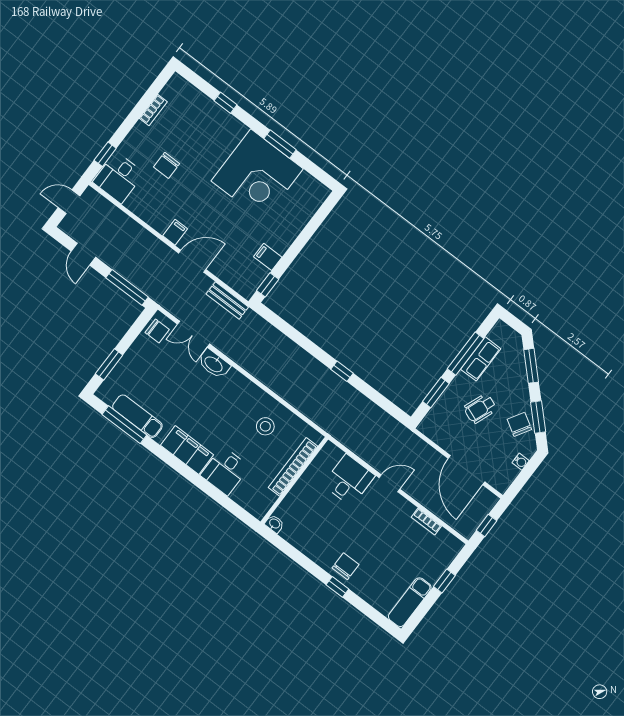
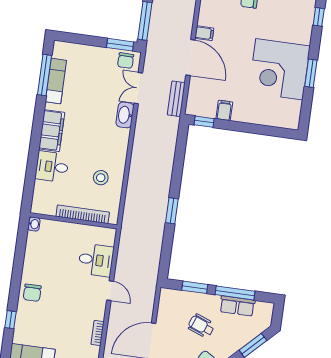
door: (192, 261) -> (190, 57), width x1.36
window: (109, 364) -> (120, 45), moved
window: (342, 371) -> (172, 211), width x1.50
chair: (345, 566) -> (32, 293), turned 90
window: (337, 587) -> (10, 320), moved

